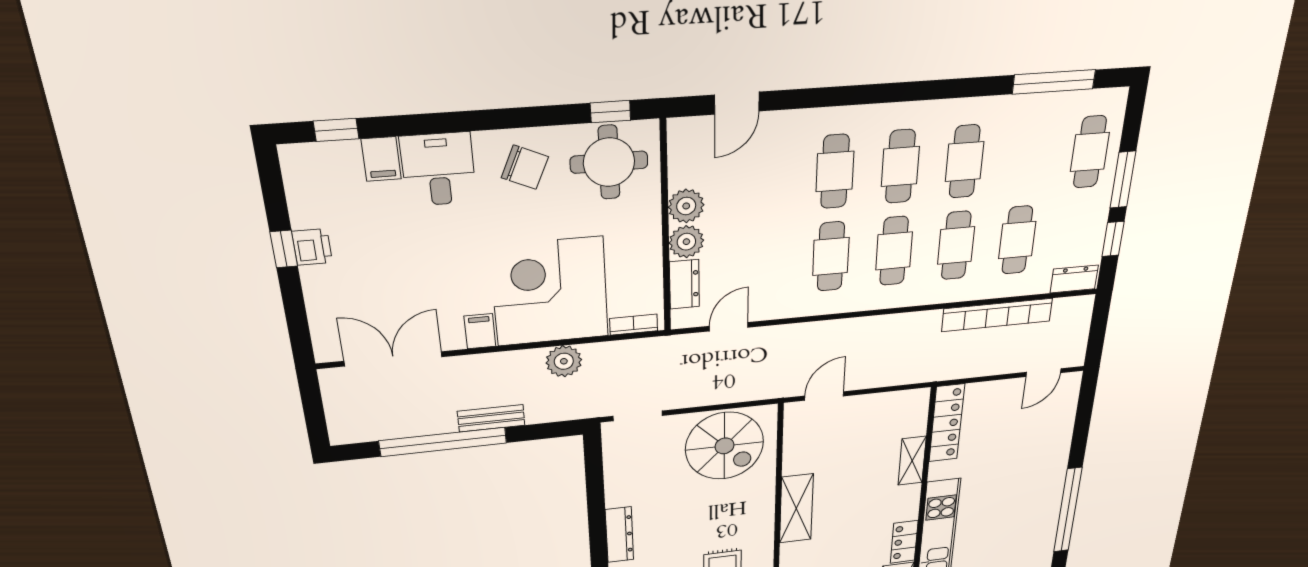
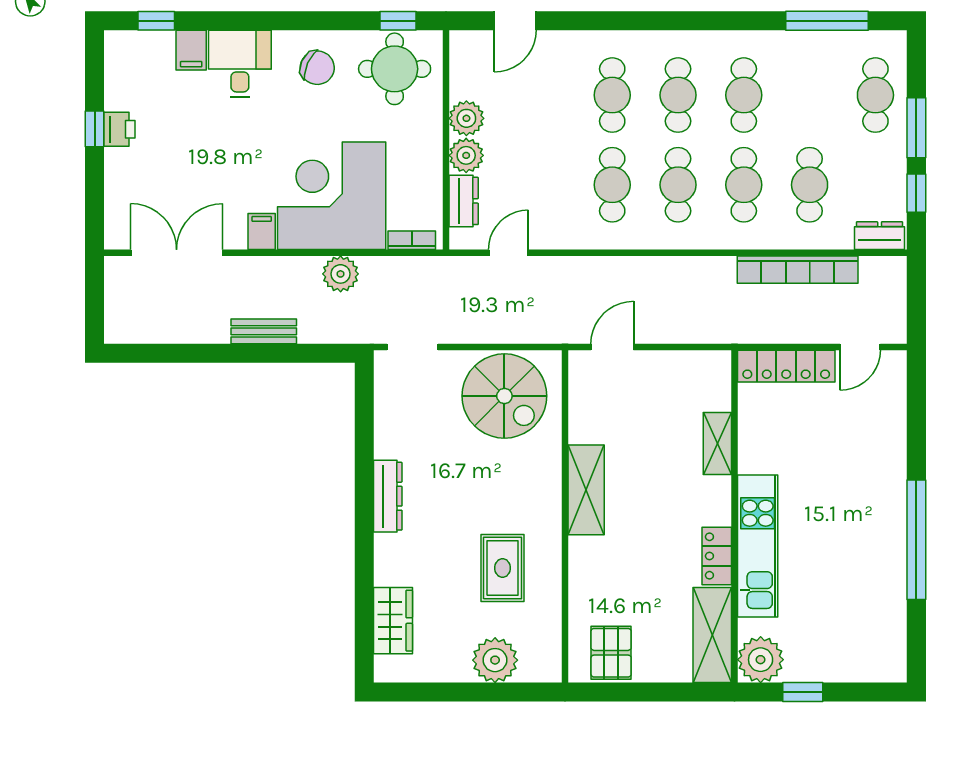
locker: (947, 423) -> (786, 366), moved, turned 90
window: (443, 442) -> (214, 353), removed

